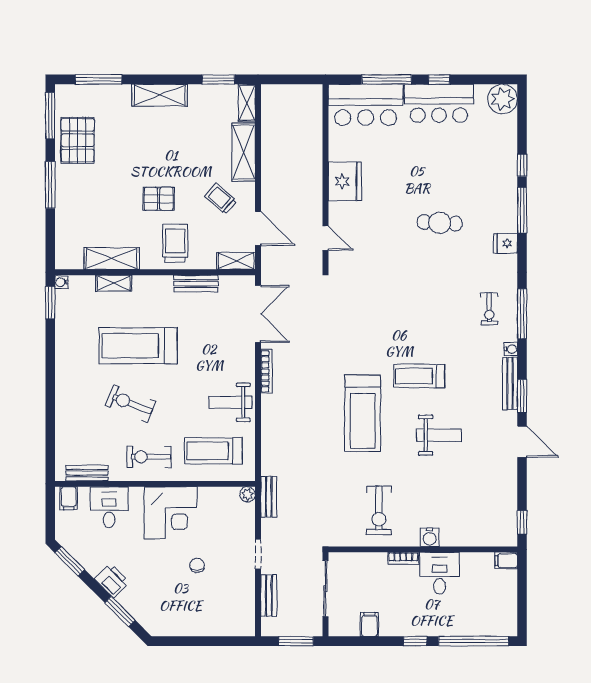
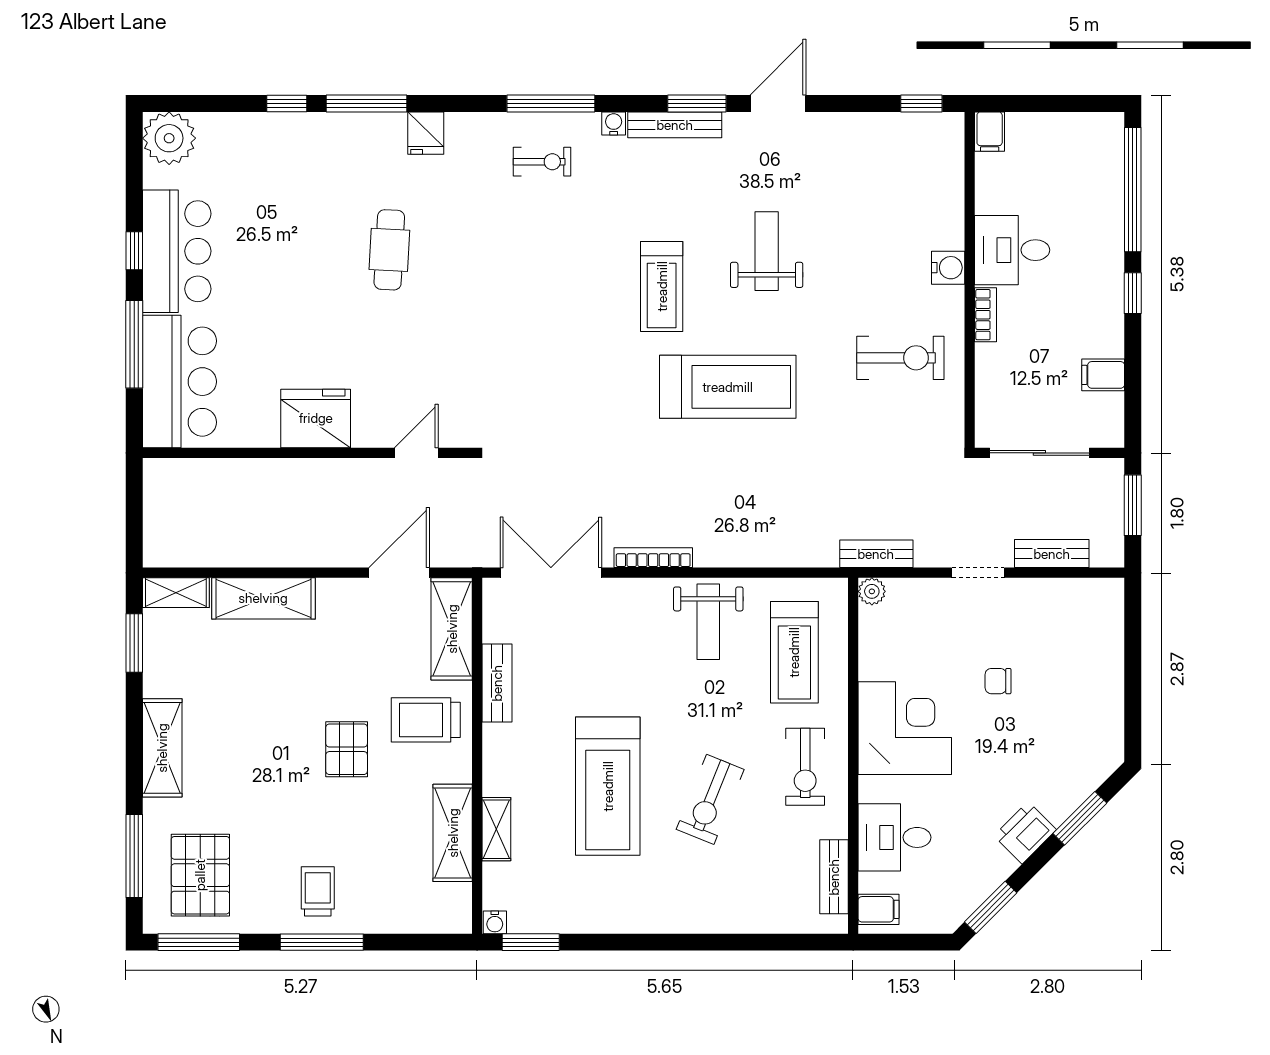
pallet: (78, 140) -> (200, 875), moved, turned 90
trolley: (221, 199) -> (318, 891), moved, turned 139
shelving: (236, 261) -> (452, 629), width x1.50, depth x1.33

